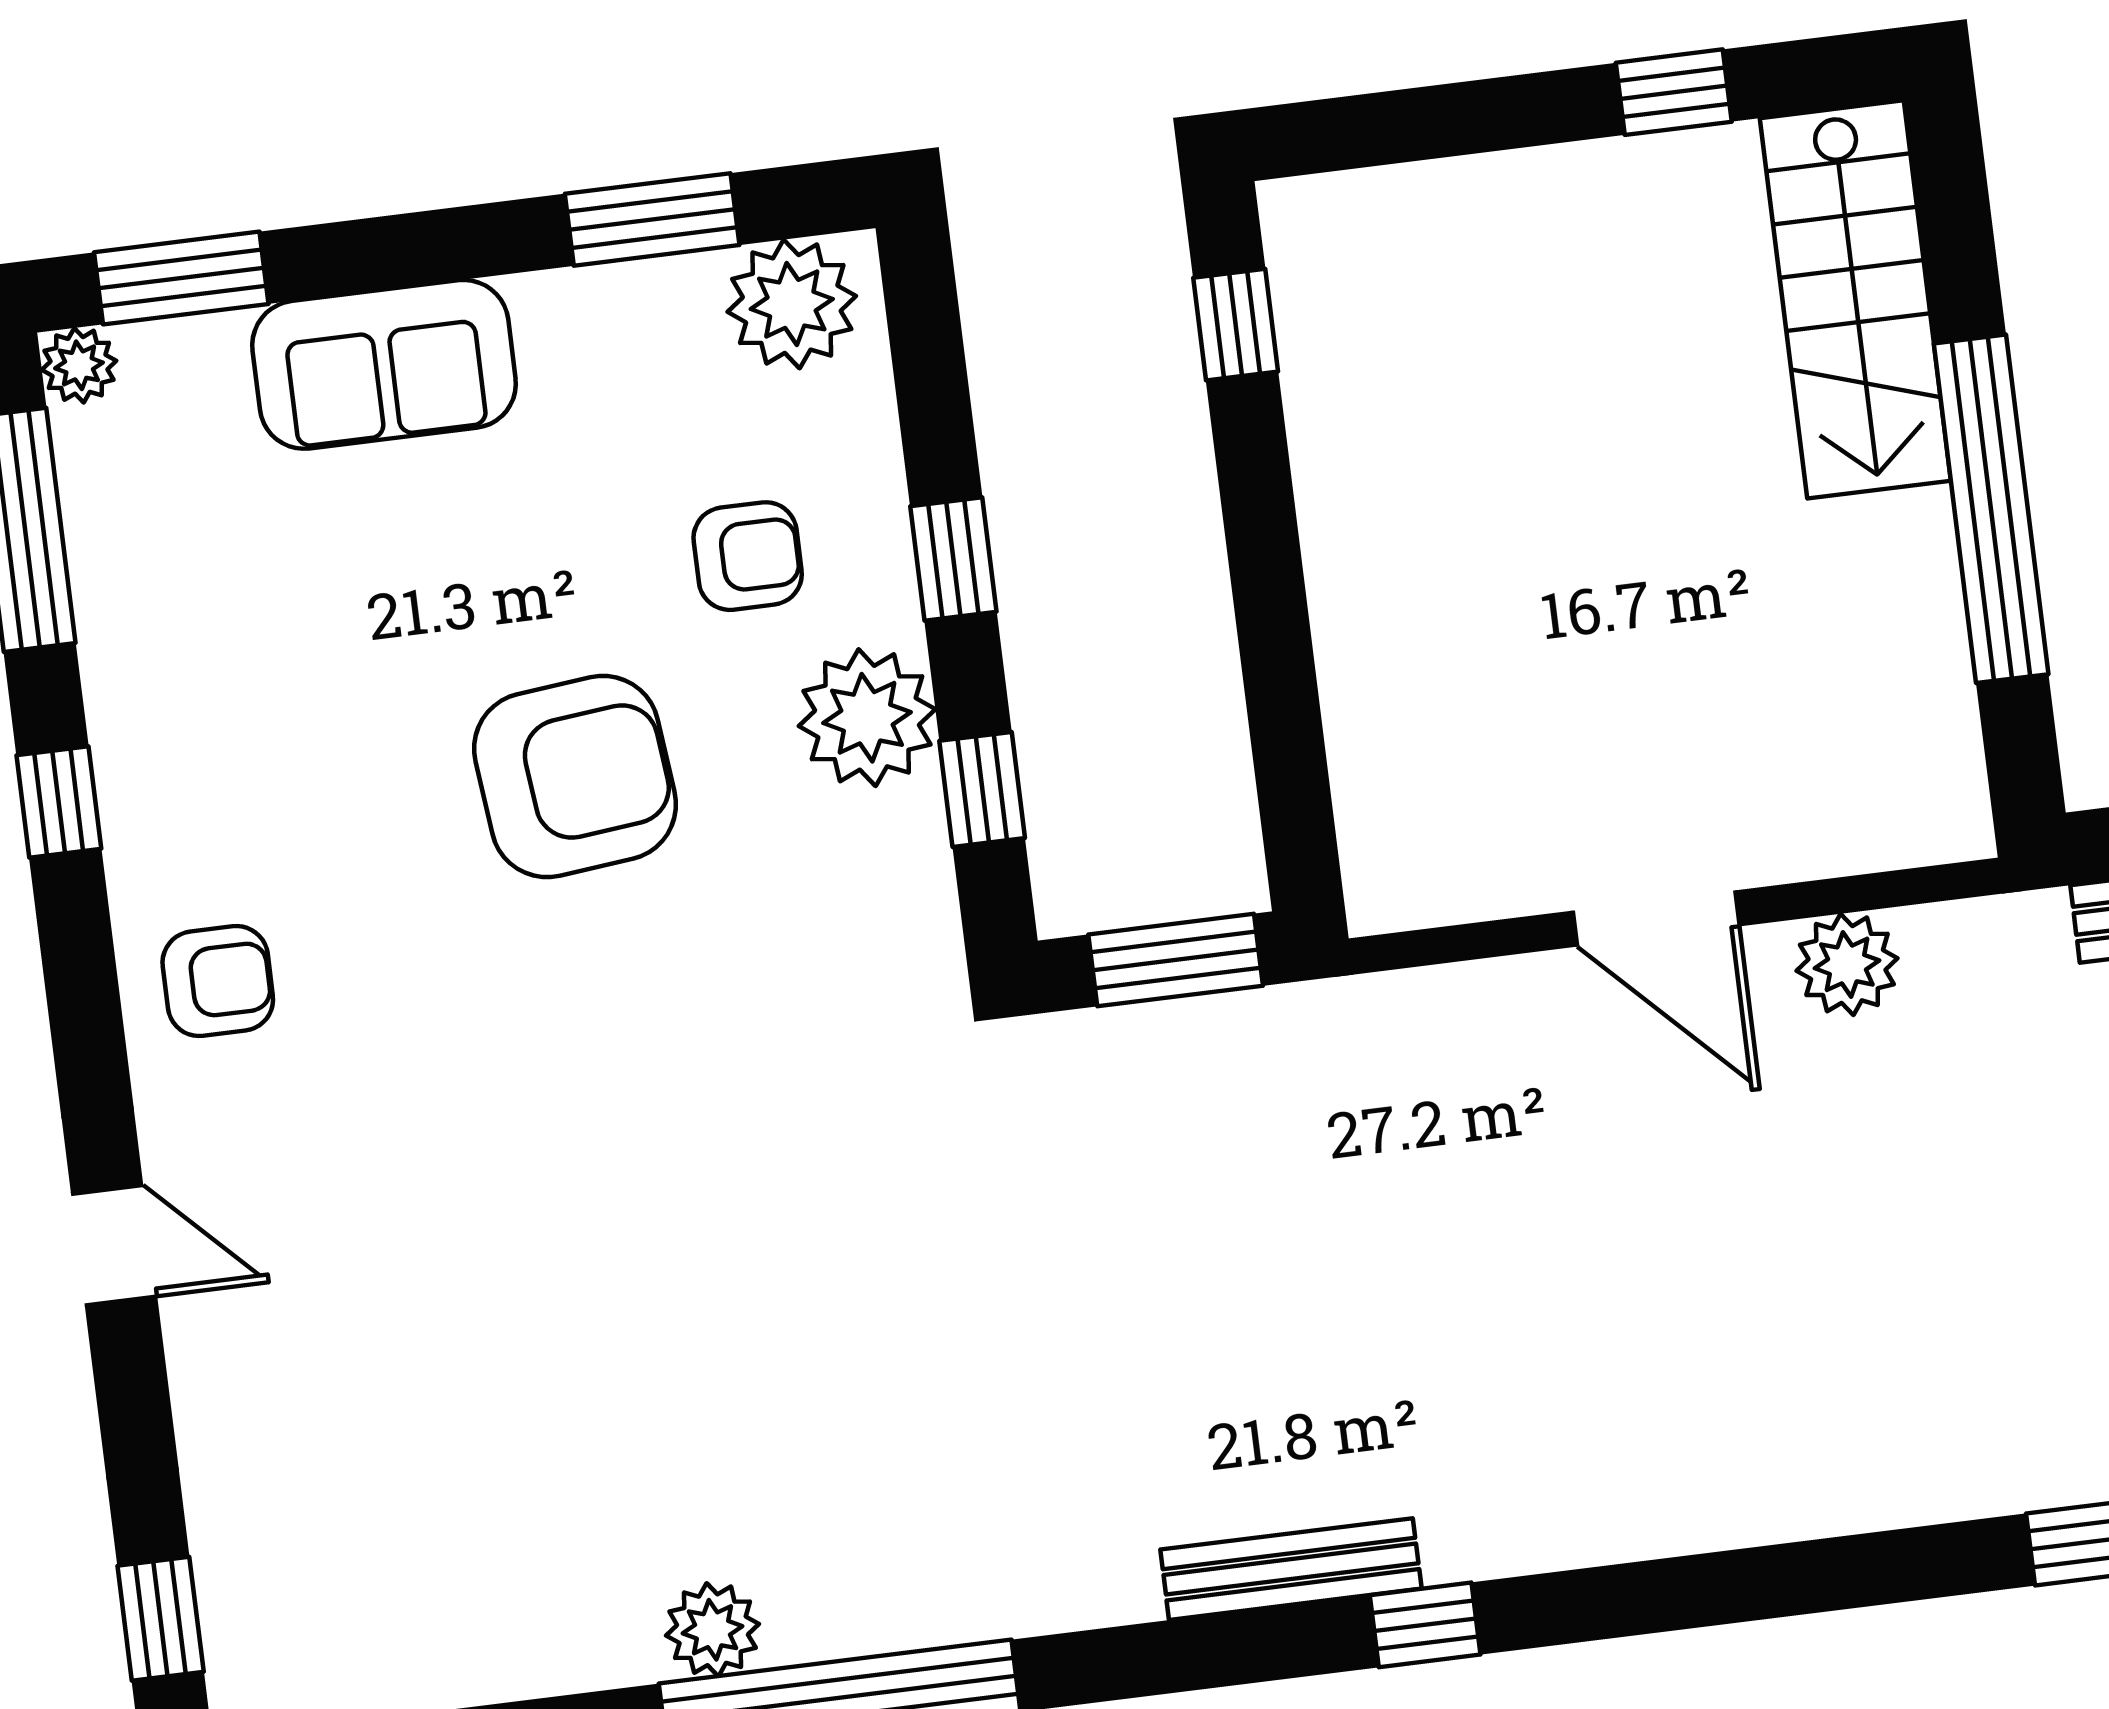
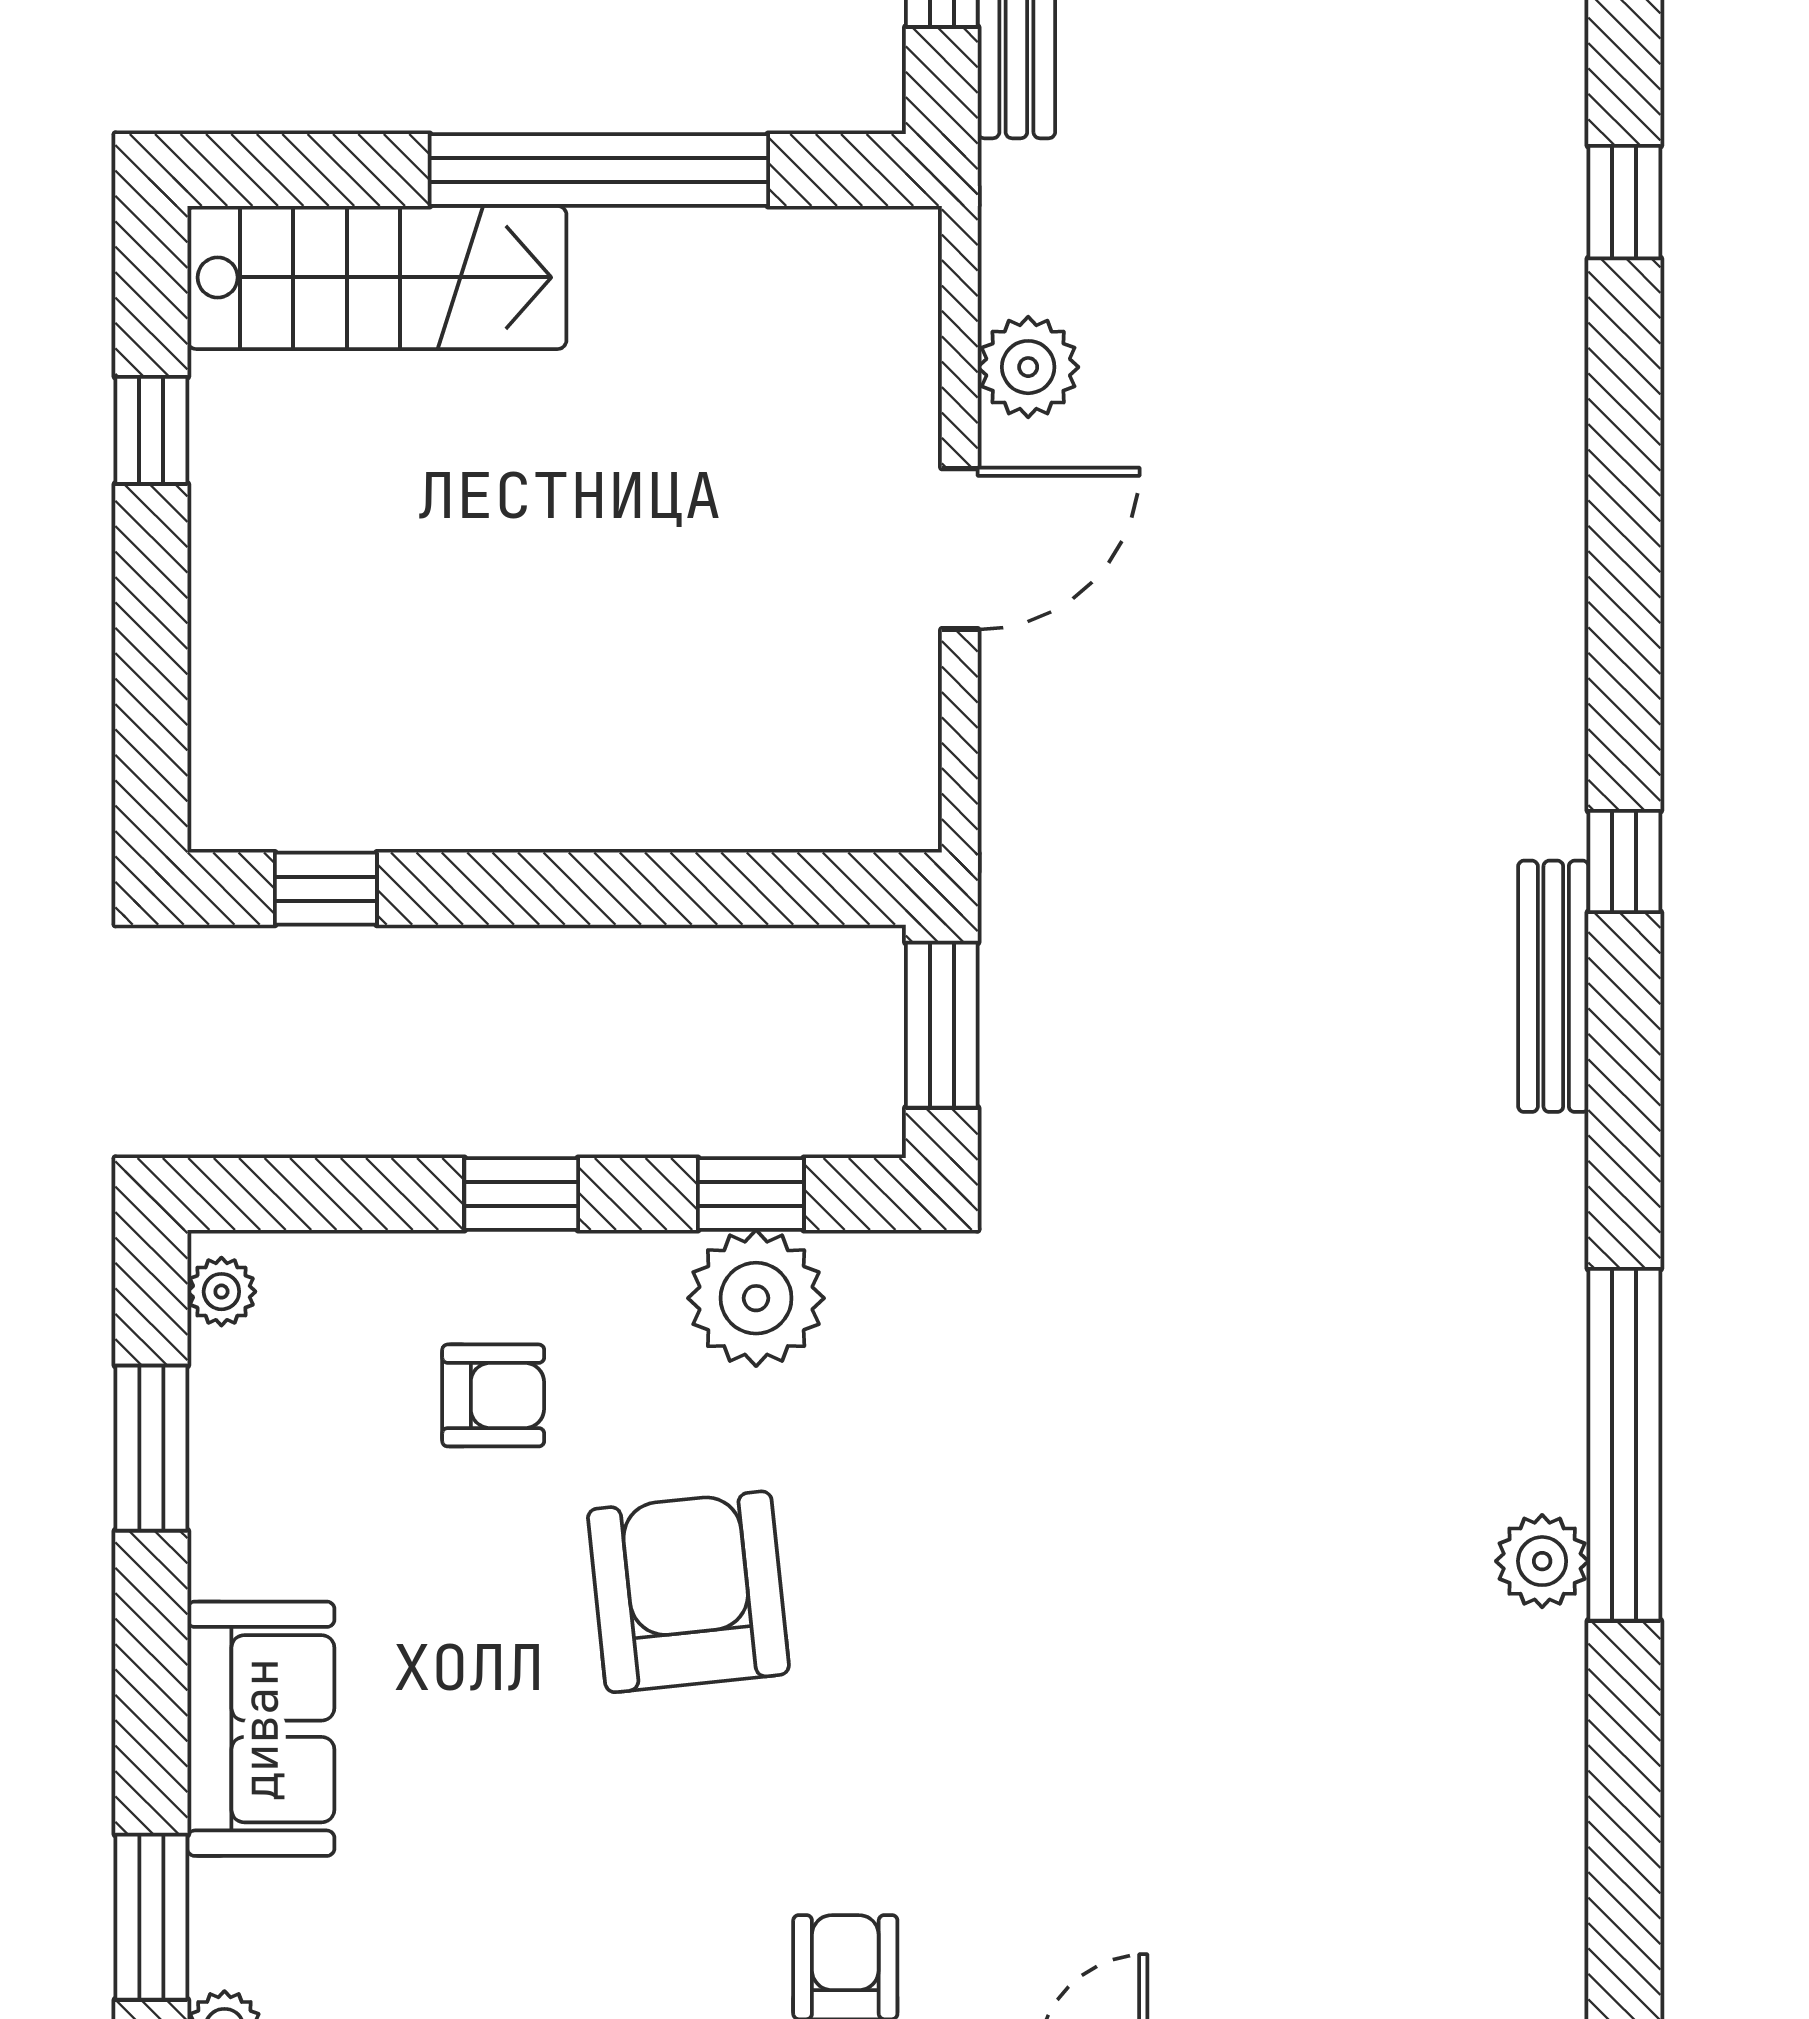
plant: (792, 304) -> (221, 1292), width x0.53, depth x0.53
armchair: (748, 556) -> (493, 1395), turned 90
plant: (867, 718) -> (756, 1298), moved

